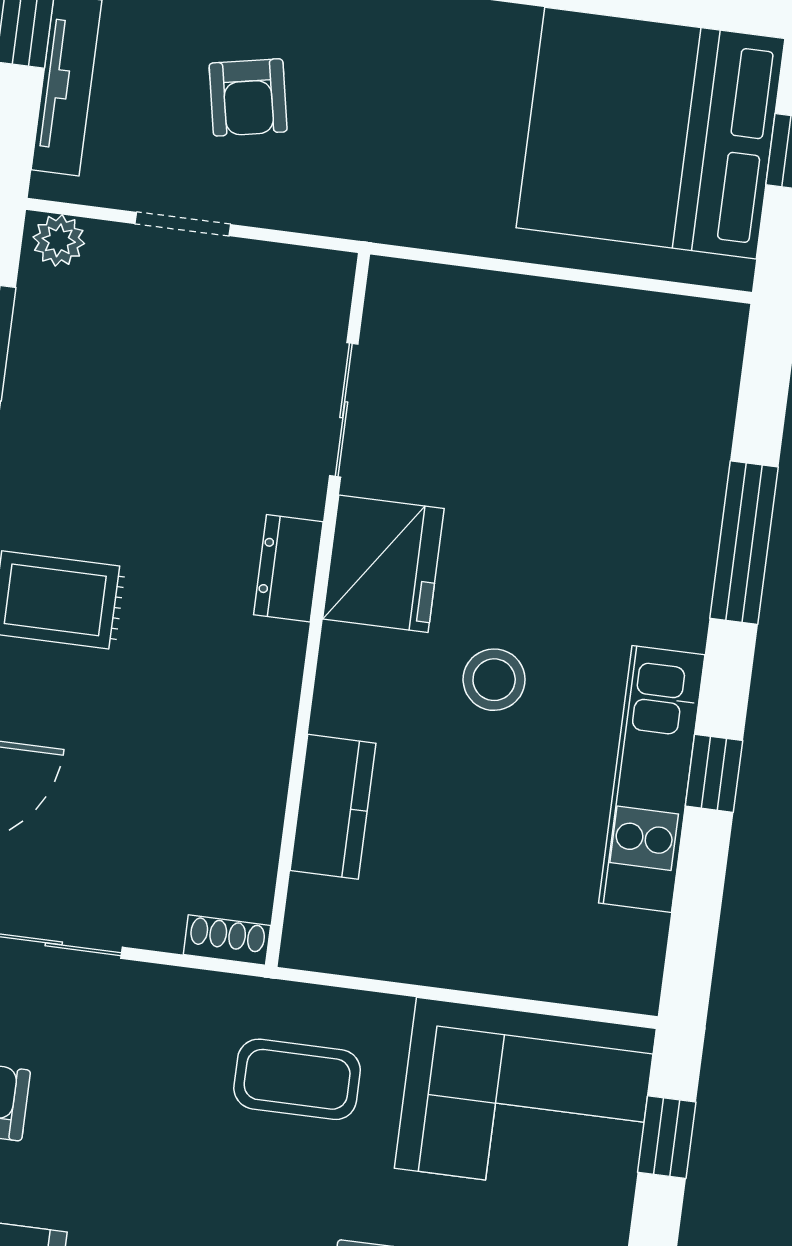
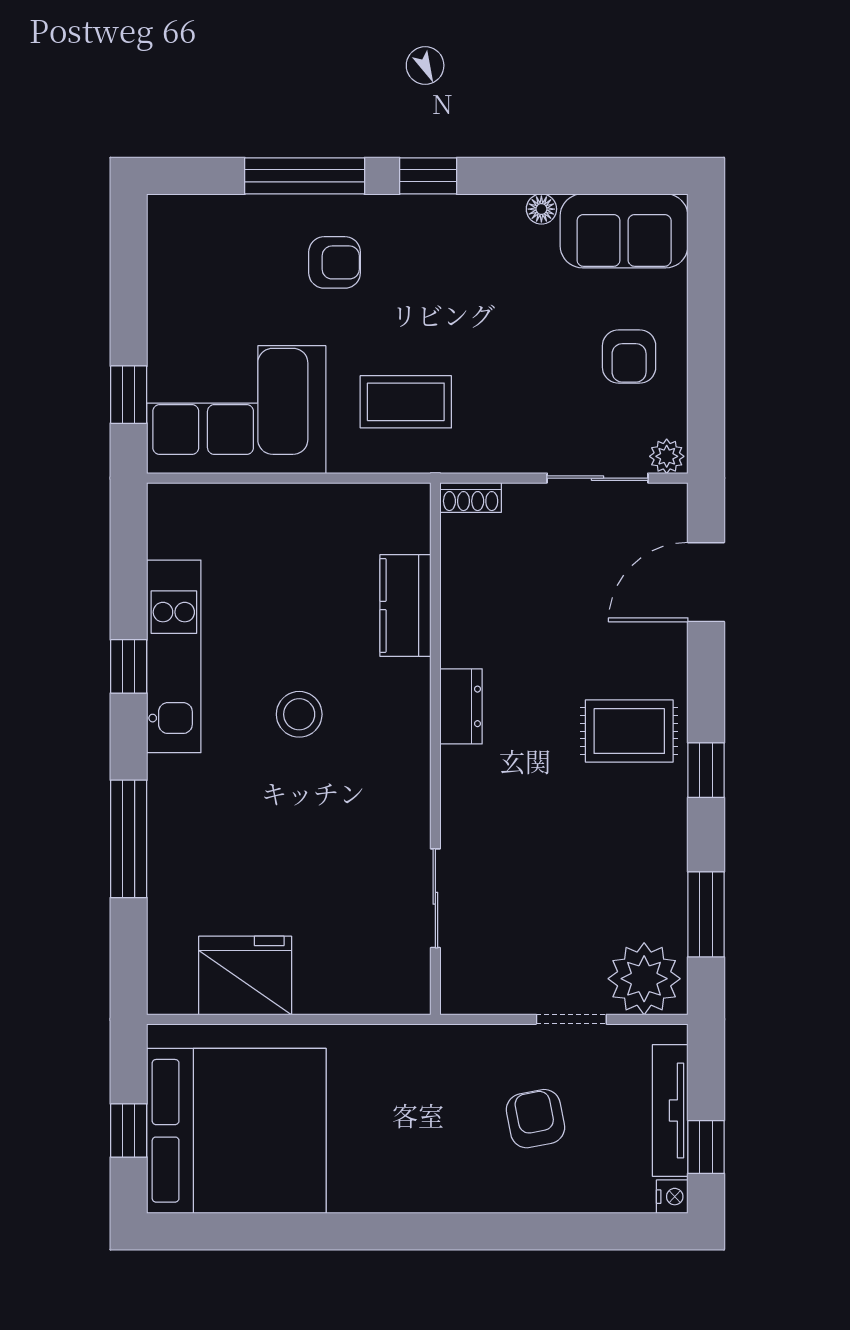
plant: (59, 240) -> (644, 979), width x1.88, depth x1.88
fridge: (383, 564) -> (245, 976), moved, turned 90
dresser: (288, 568) -> (461, 706), moved

